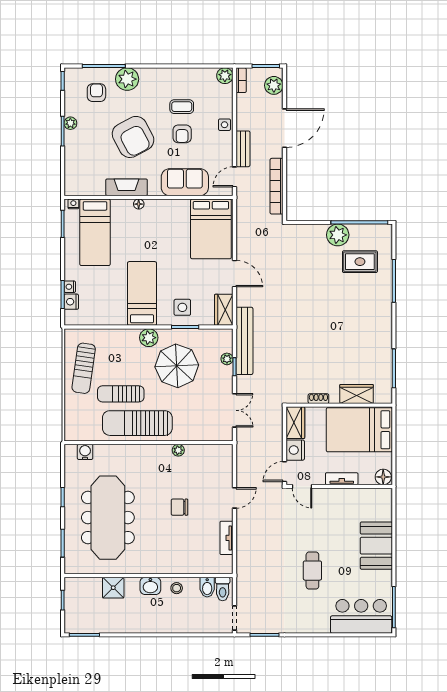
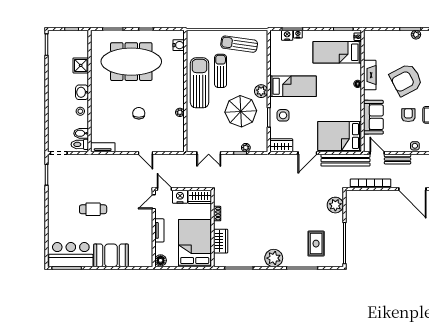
armchair: (182, 134) -> (408, 115), turned 90
plant: (338, 235) -> (335, 205), moved
plant: (380, 320) -> (274, 258), added
bench: (244, 341) -> (345, 160), moved
tv unit: (226, 538) -> (103, 147), moved
bar counter: (361, 616) -> (71, 255), moved, turned -90

